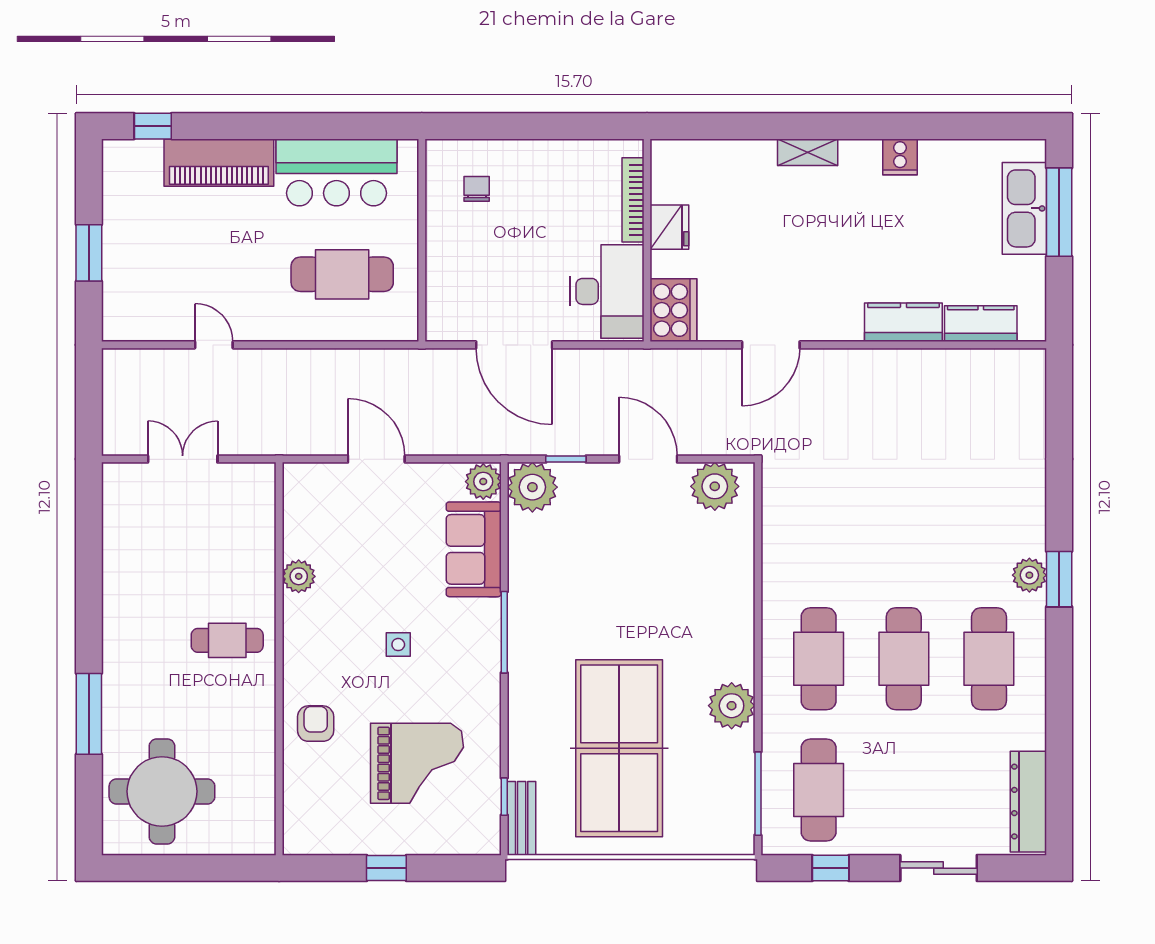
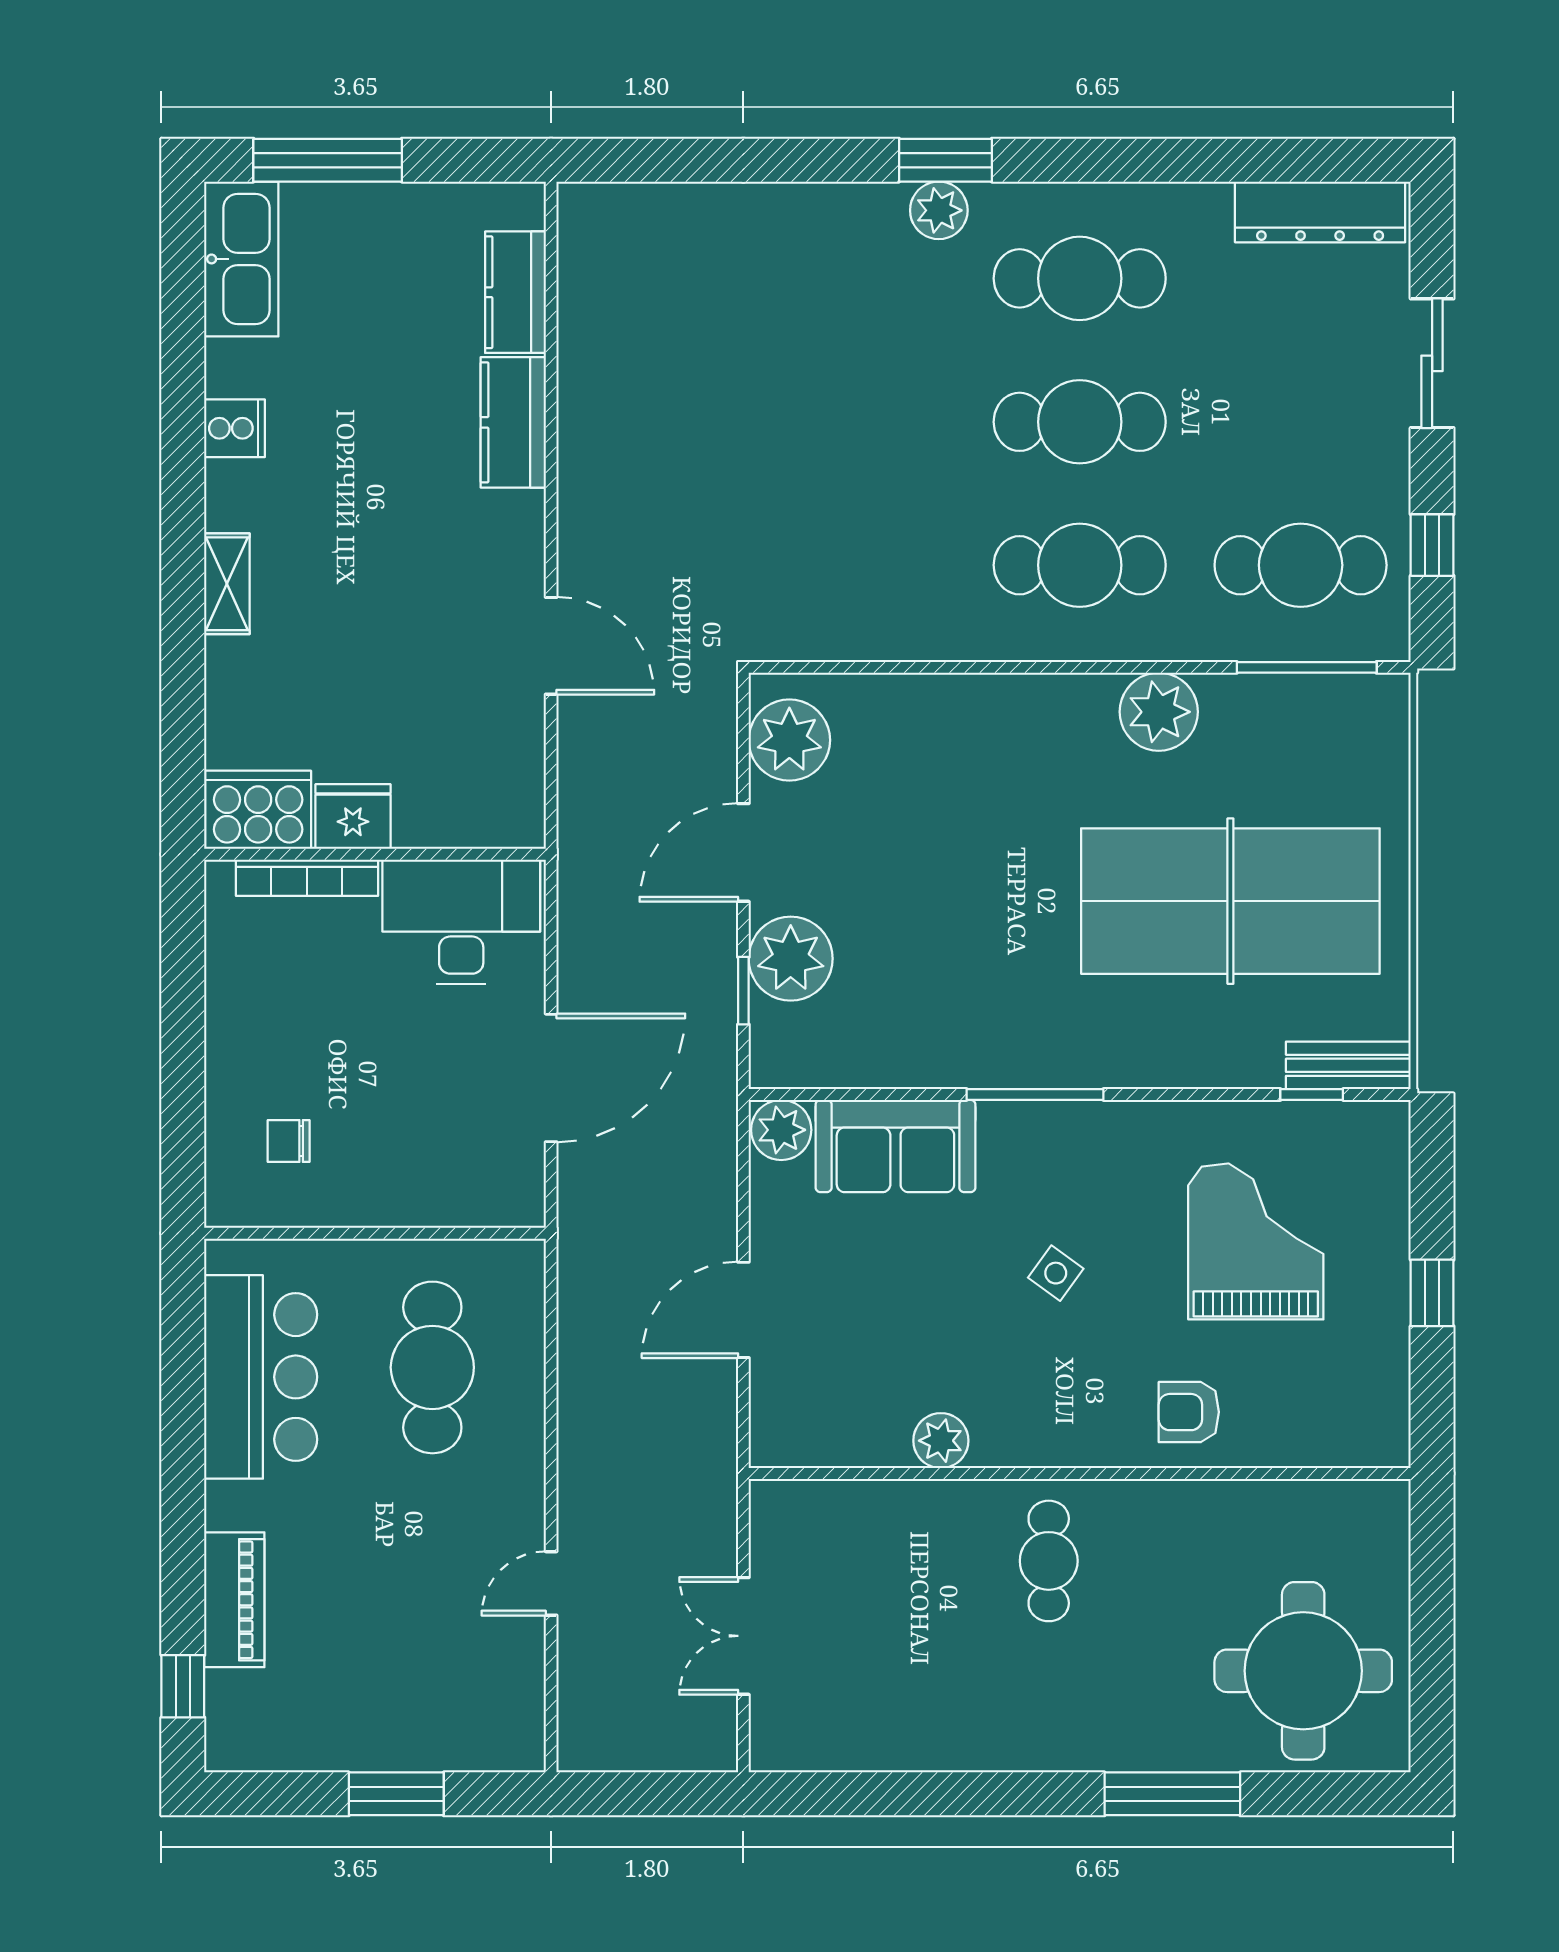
piano: (219, 163) -> (234, 1600), width x0.73, depth x0.75
kitchen sink: (1024, 208) -> (241, 259), moved, turned -90
cooker: (673, 310) -> (258, 810), moved
plant: (532, 487) -> (791, 959), moved
side table: (398, 645) -> (1056, 1273), turned 36

